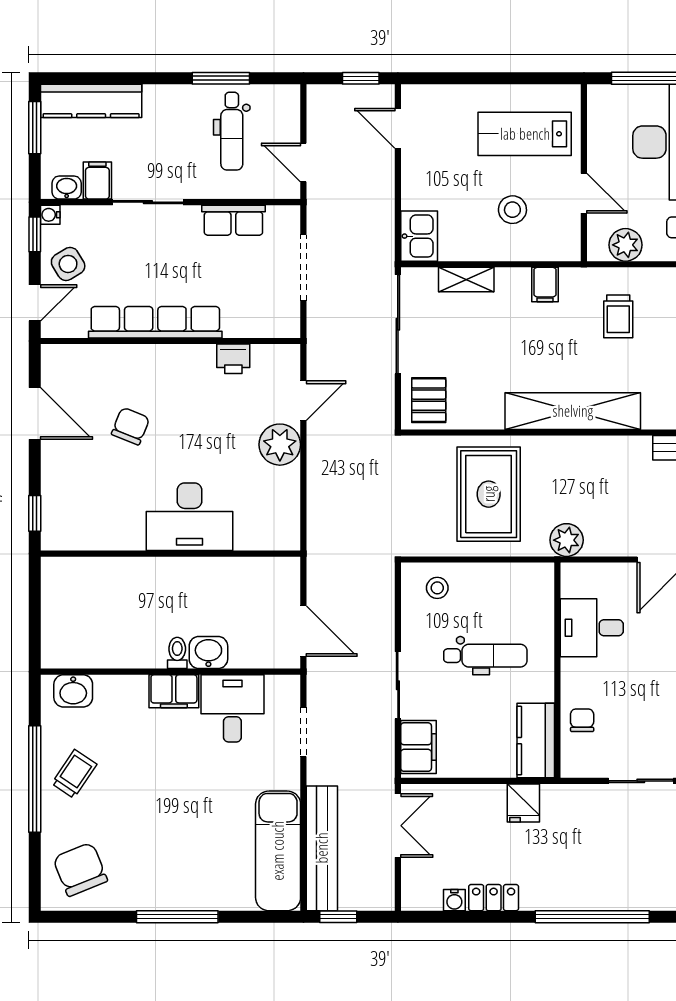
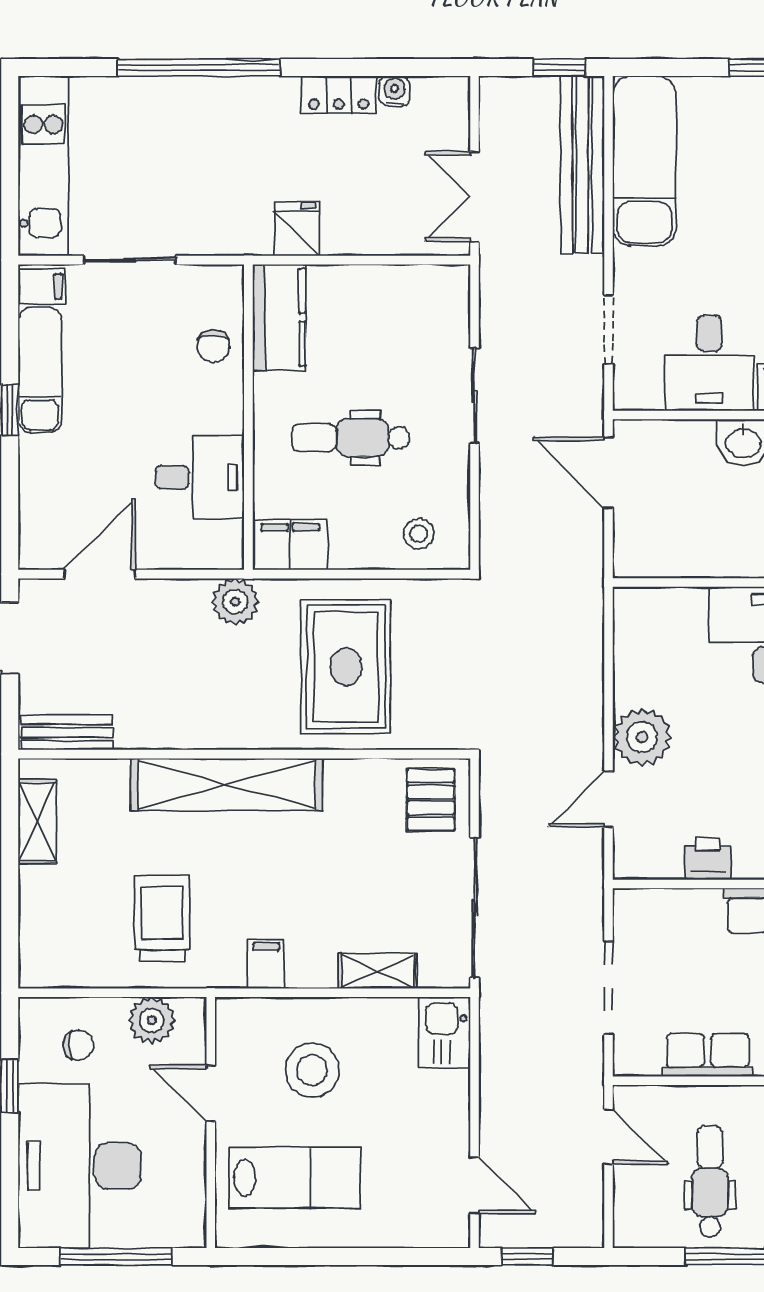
stool: (512, 210) -> (312, 1070), width x1.38, depth x1.38
trolley: (618, 316) -> (162, 919), width x1.36, depth x1.39
filing cabinet: (419, 747) -> (290, 545), moved, turned 90

